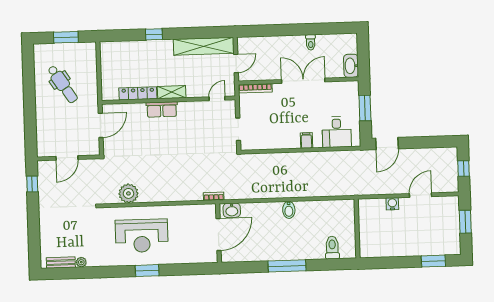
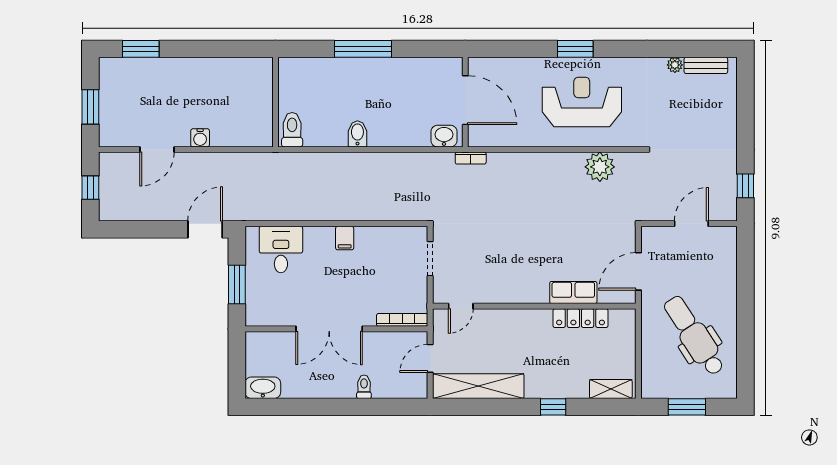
toilet: (311, 42) -> (364, 387), moved
washbasin: (351, 66) -> (263, 388), moved, turned -90
dental chair: (63, 84) -> (694, 336), width x1.36, depth x1.38
shelving: (172, 92) -> (611, 389), moved
row of seats: (162, 109) -> (573, 292), moved
filing cabinet: (306, 141) -> (345, 238), moved
wall: (357, 229) -> (276, 102), moved
door: (219, 234) -> (465, 100), swing flipped
toilet: (332, 248) -> (292, 130), moved, turned 180

